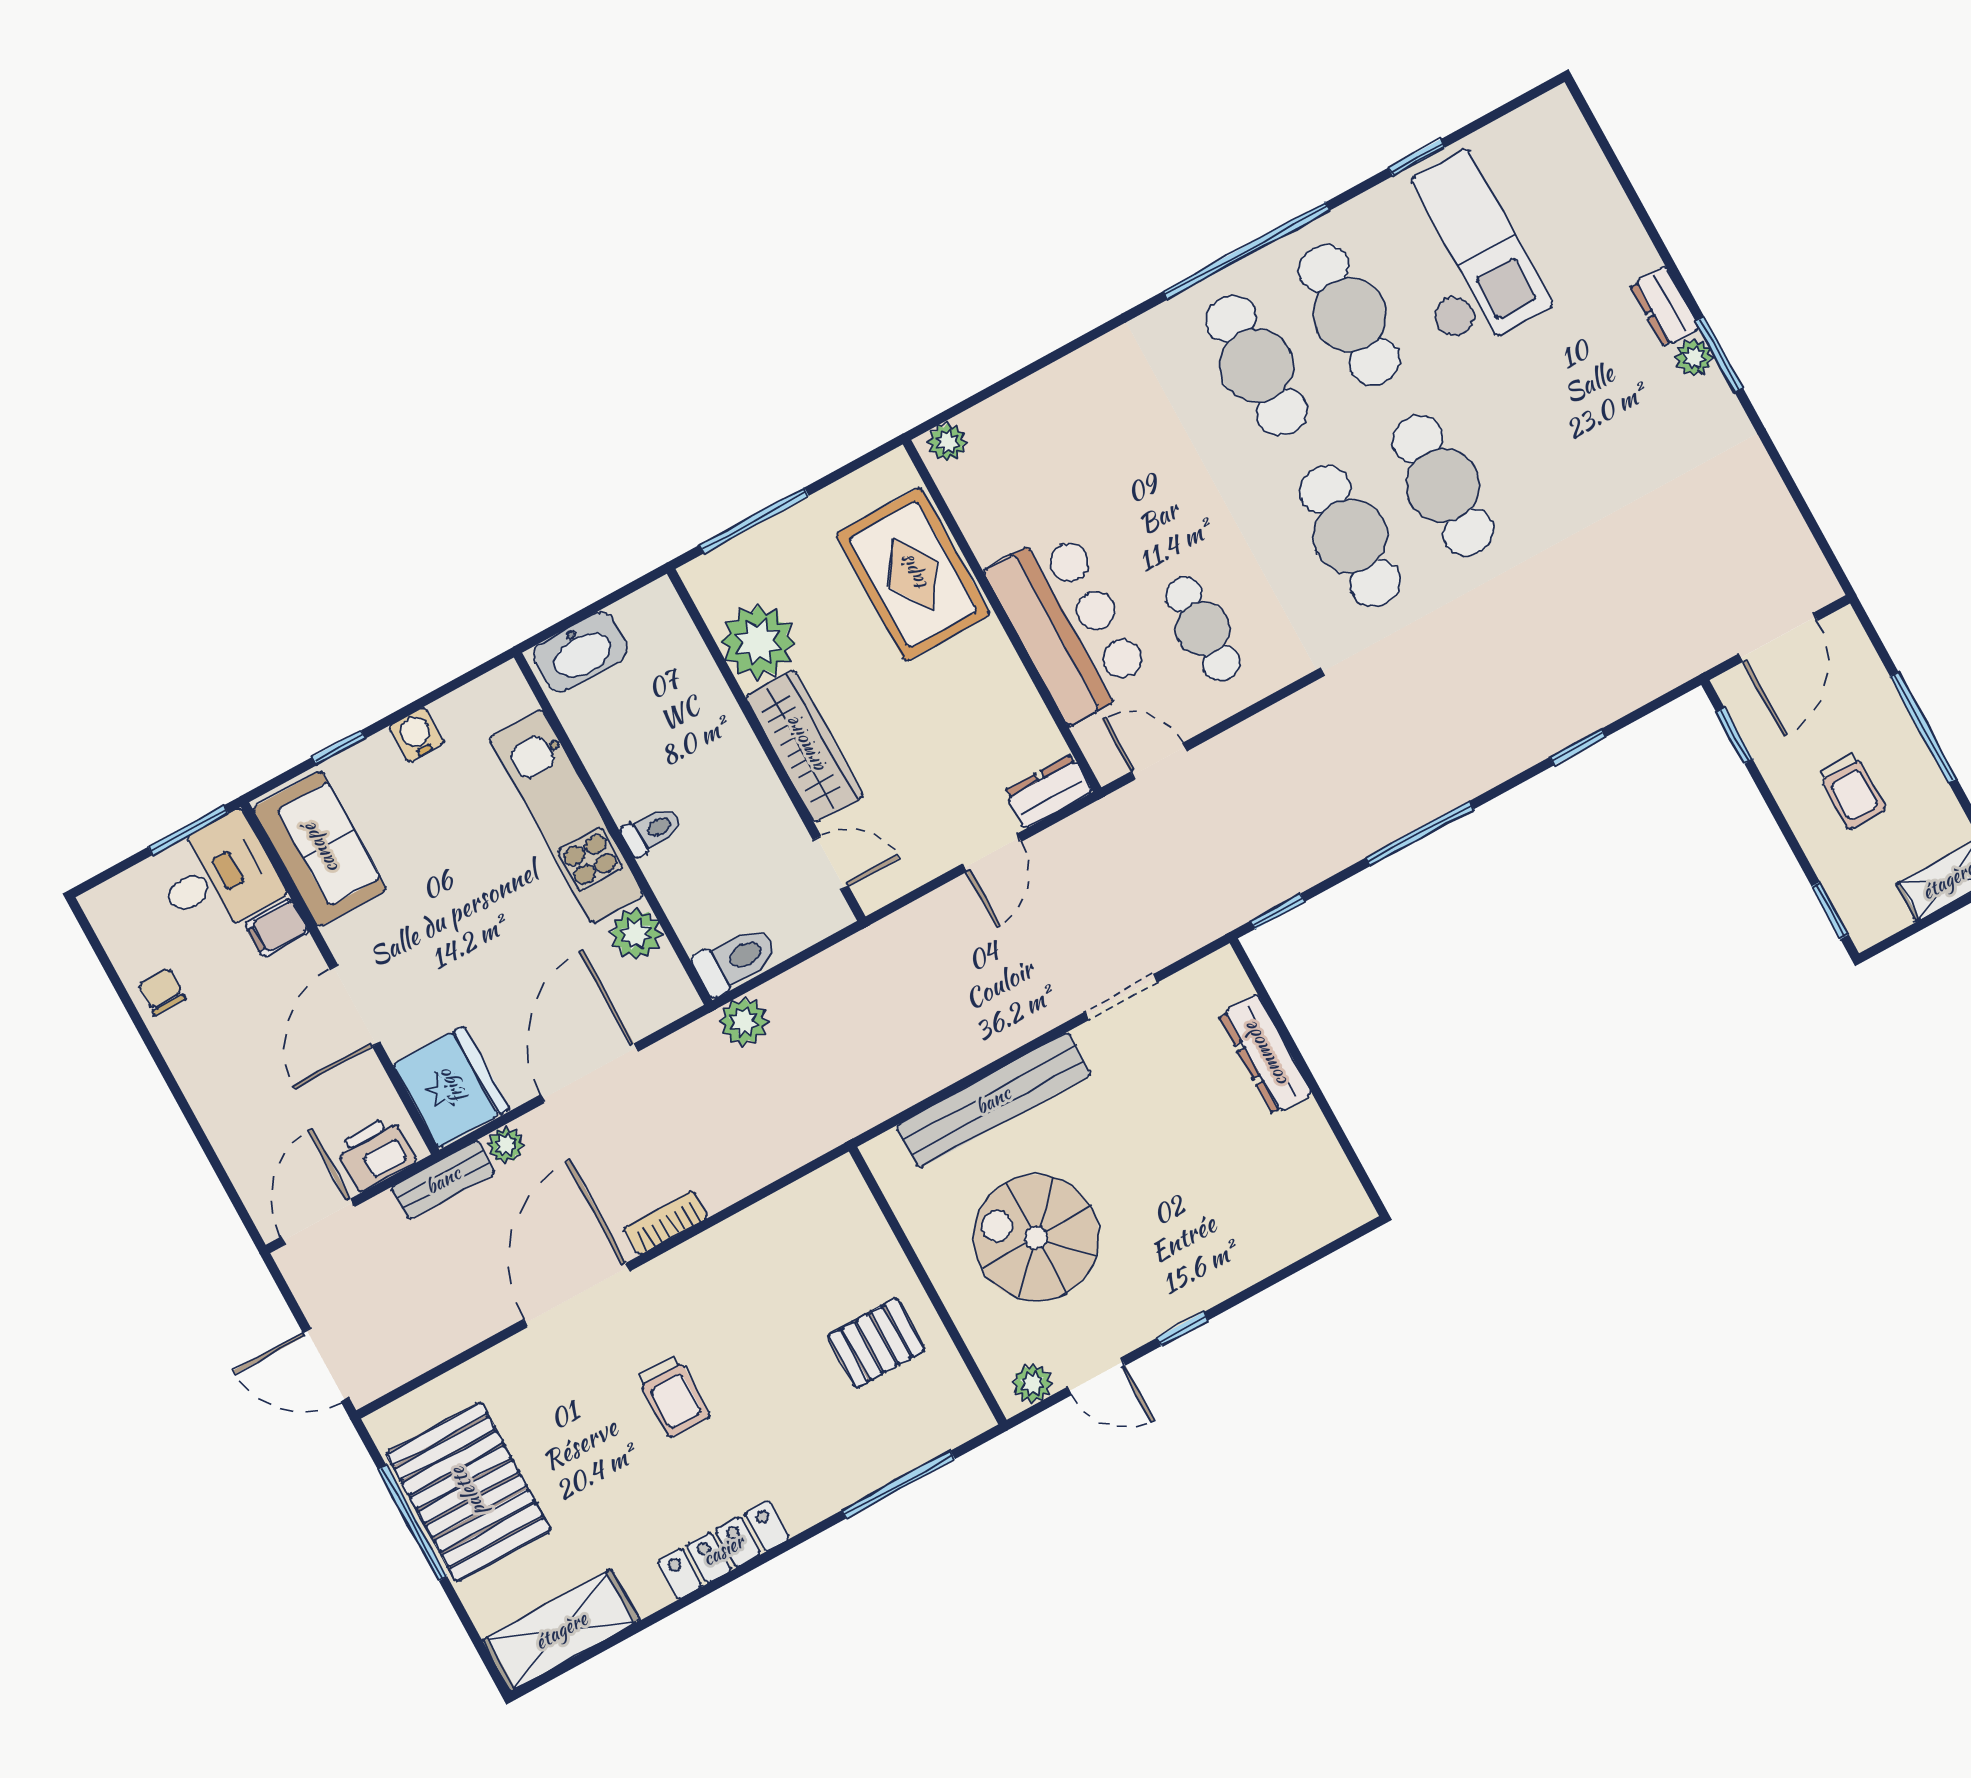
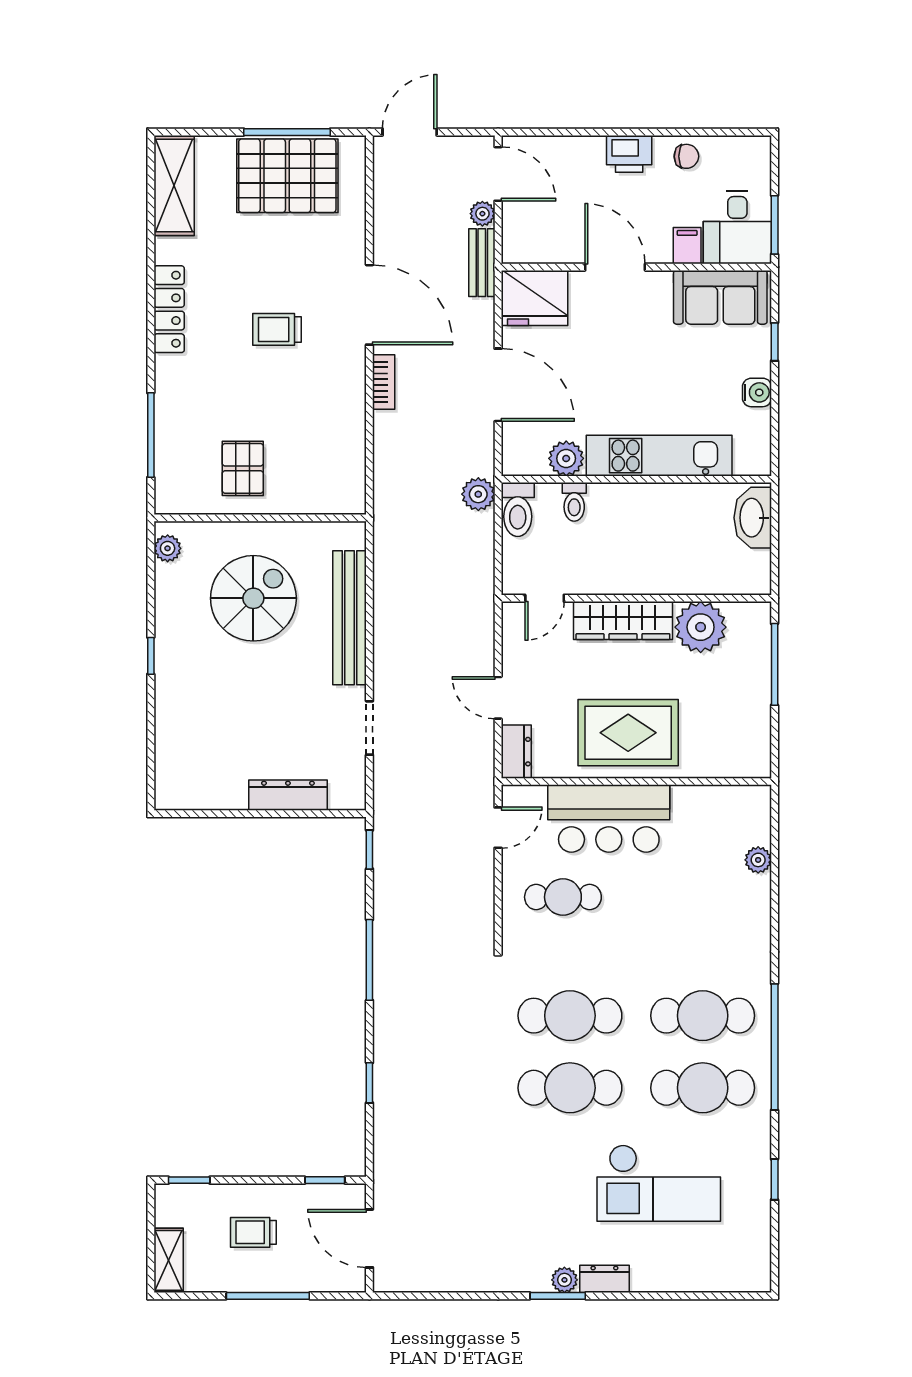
checkout: (1461, 253) -> (659, 1183), moved
plant: (947, 442) -> (758, 860), moved
rug: (913, 574) -> (628, 733), moved
toilet: (652, 831) -> (574, 502), moved
plant: (506, 1145) -> (482, 214), moved
printer: (376, 1154) -> (629, 154), moved, turned 90
door: (1096, 1376) -> (151, 589), removed

